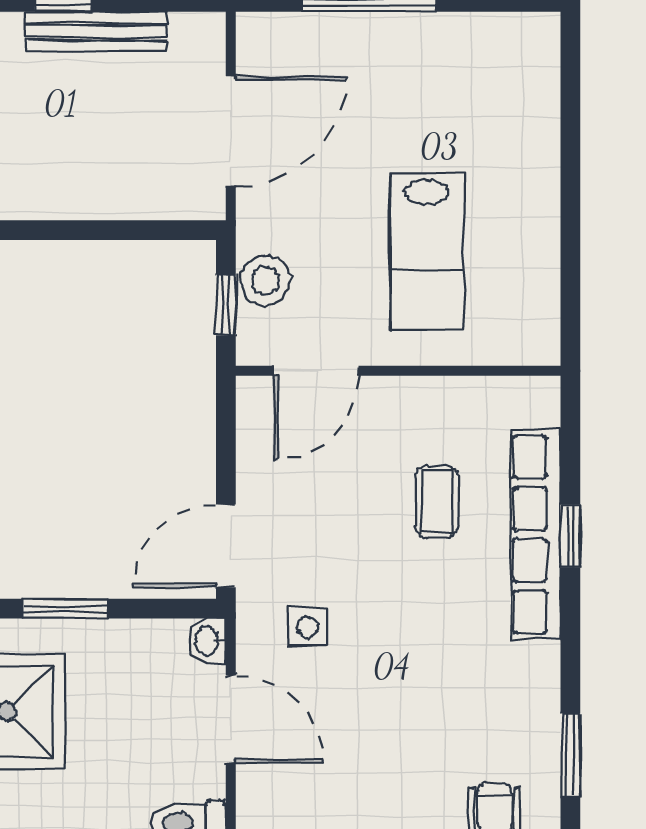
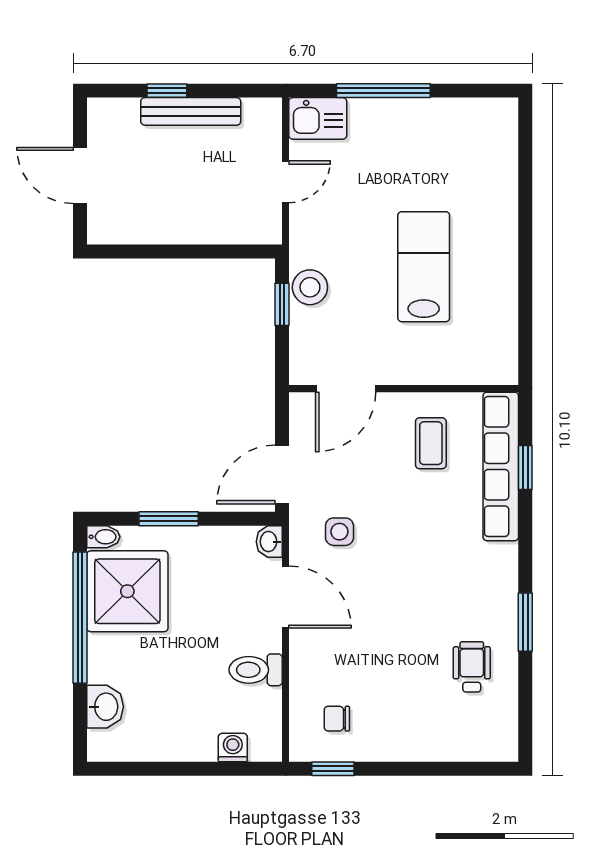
kitchen sink: (276, 41) -> (318, 118), added
door: (231, 131) -> (285, 182), width x0.53
lab bench: (427, 251) -> (424, 267), turned 180
door: (316, 371) -> (346, 389), moved
wall: (398, 371) -> (404, 389), moved

